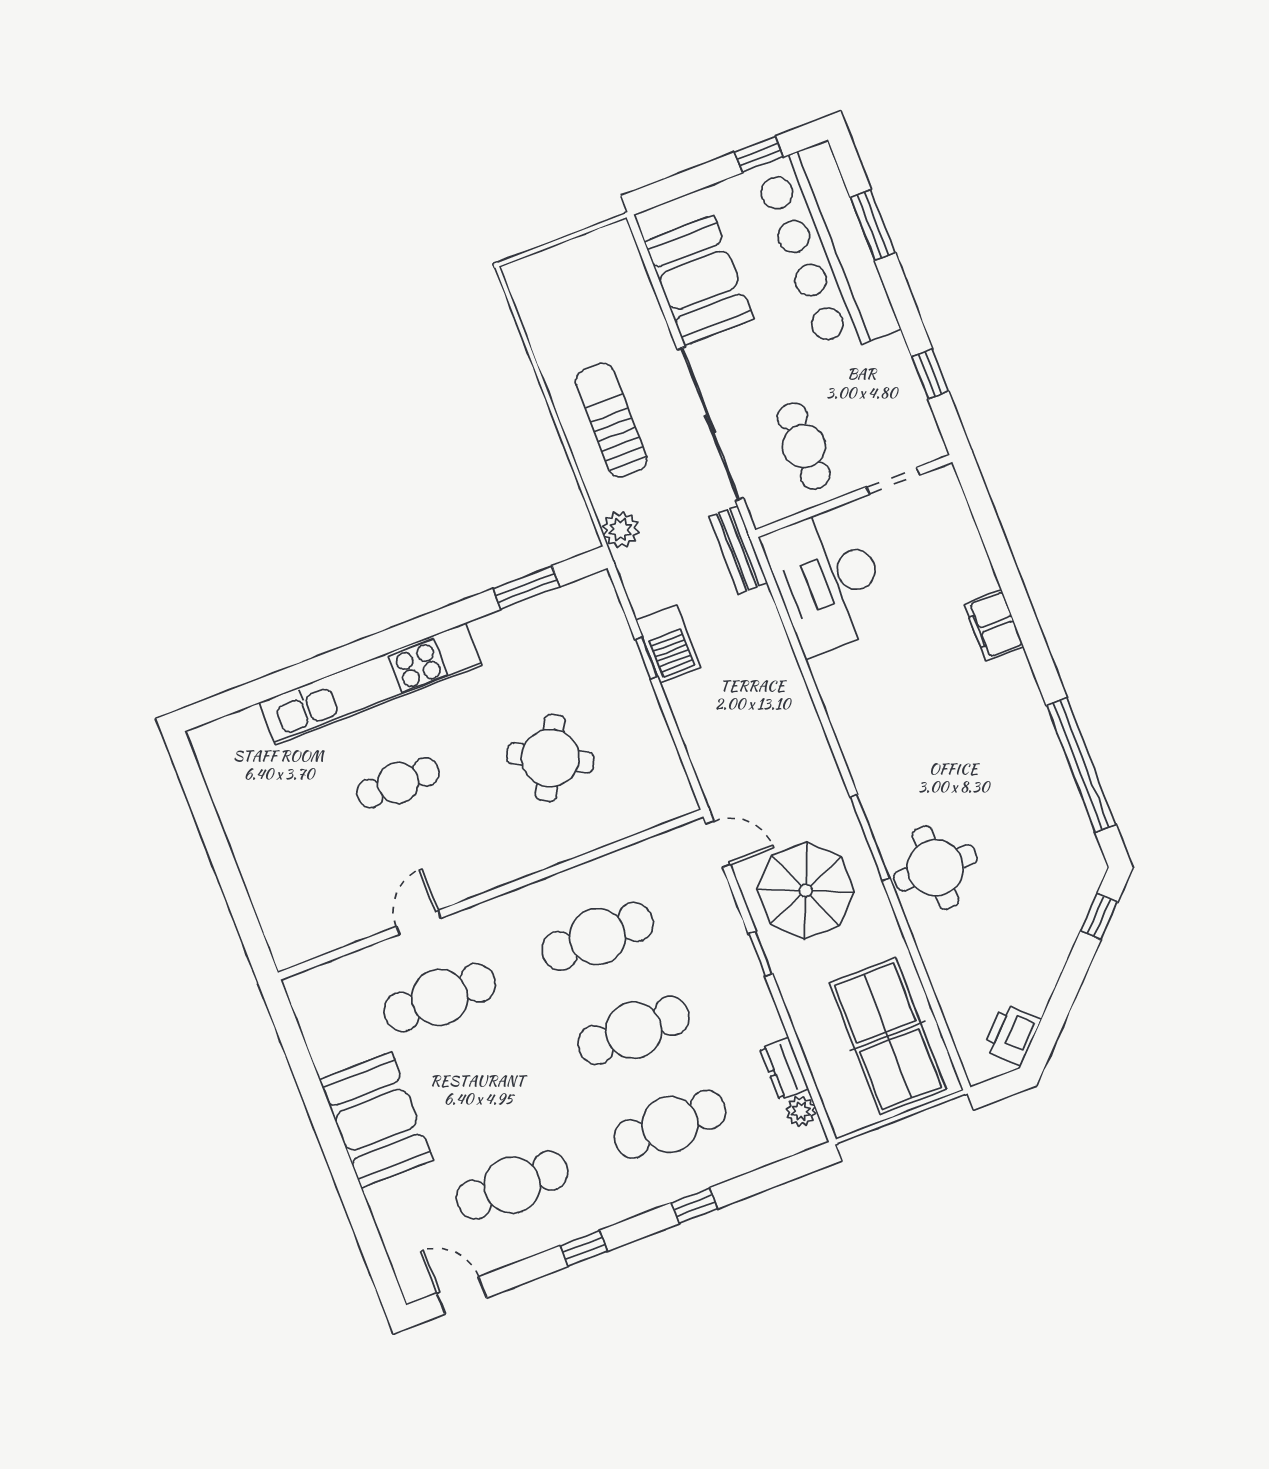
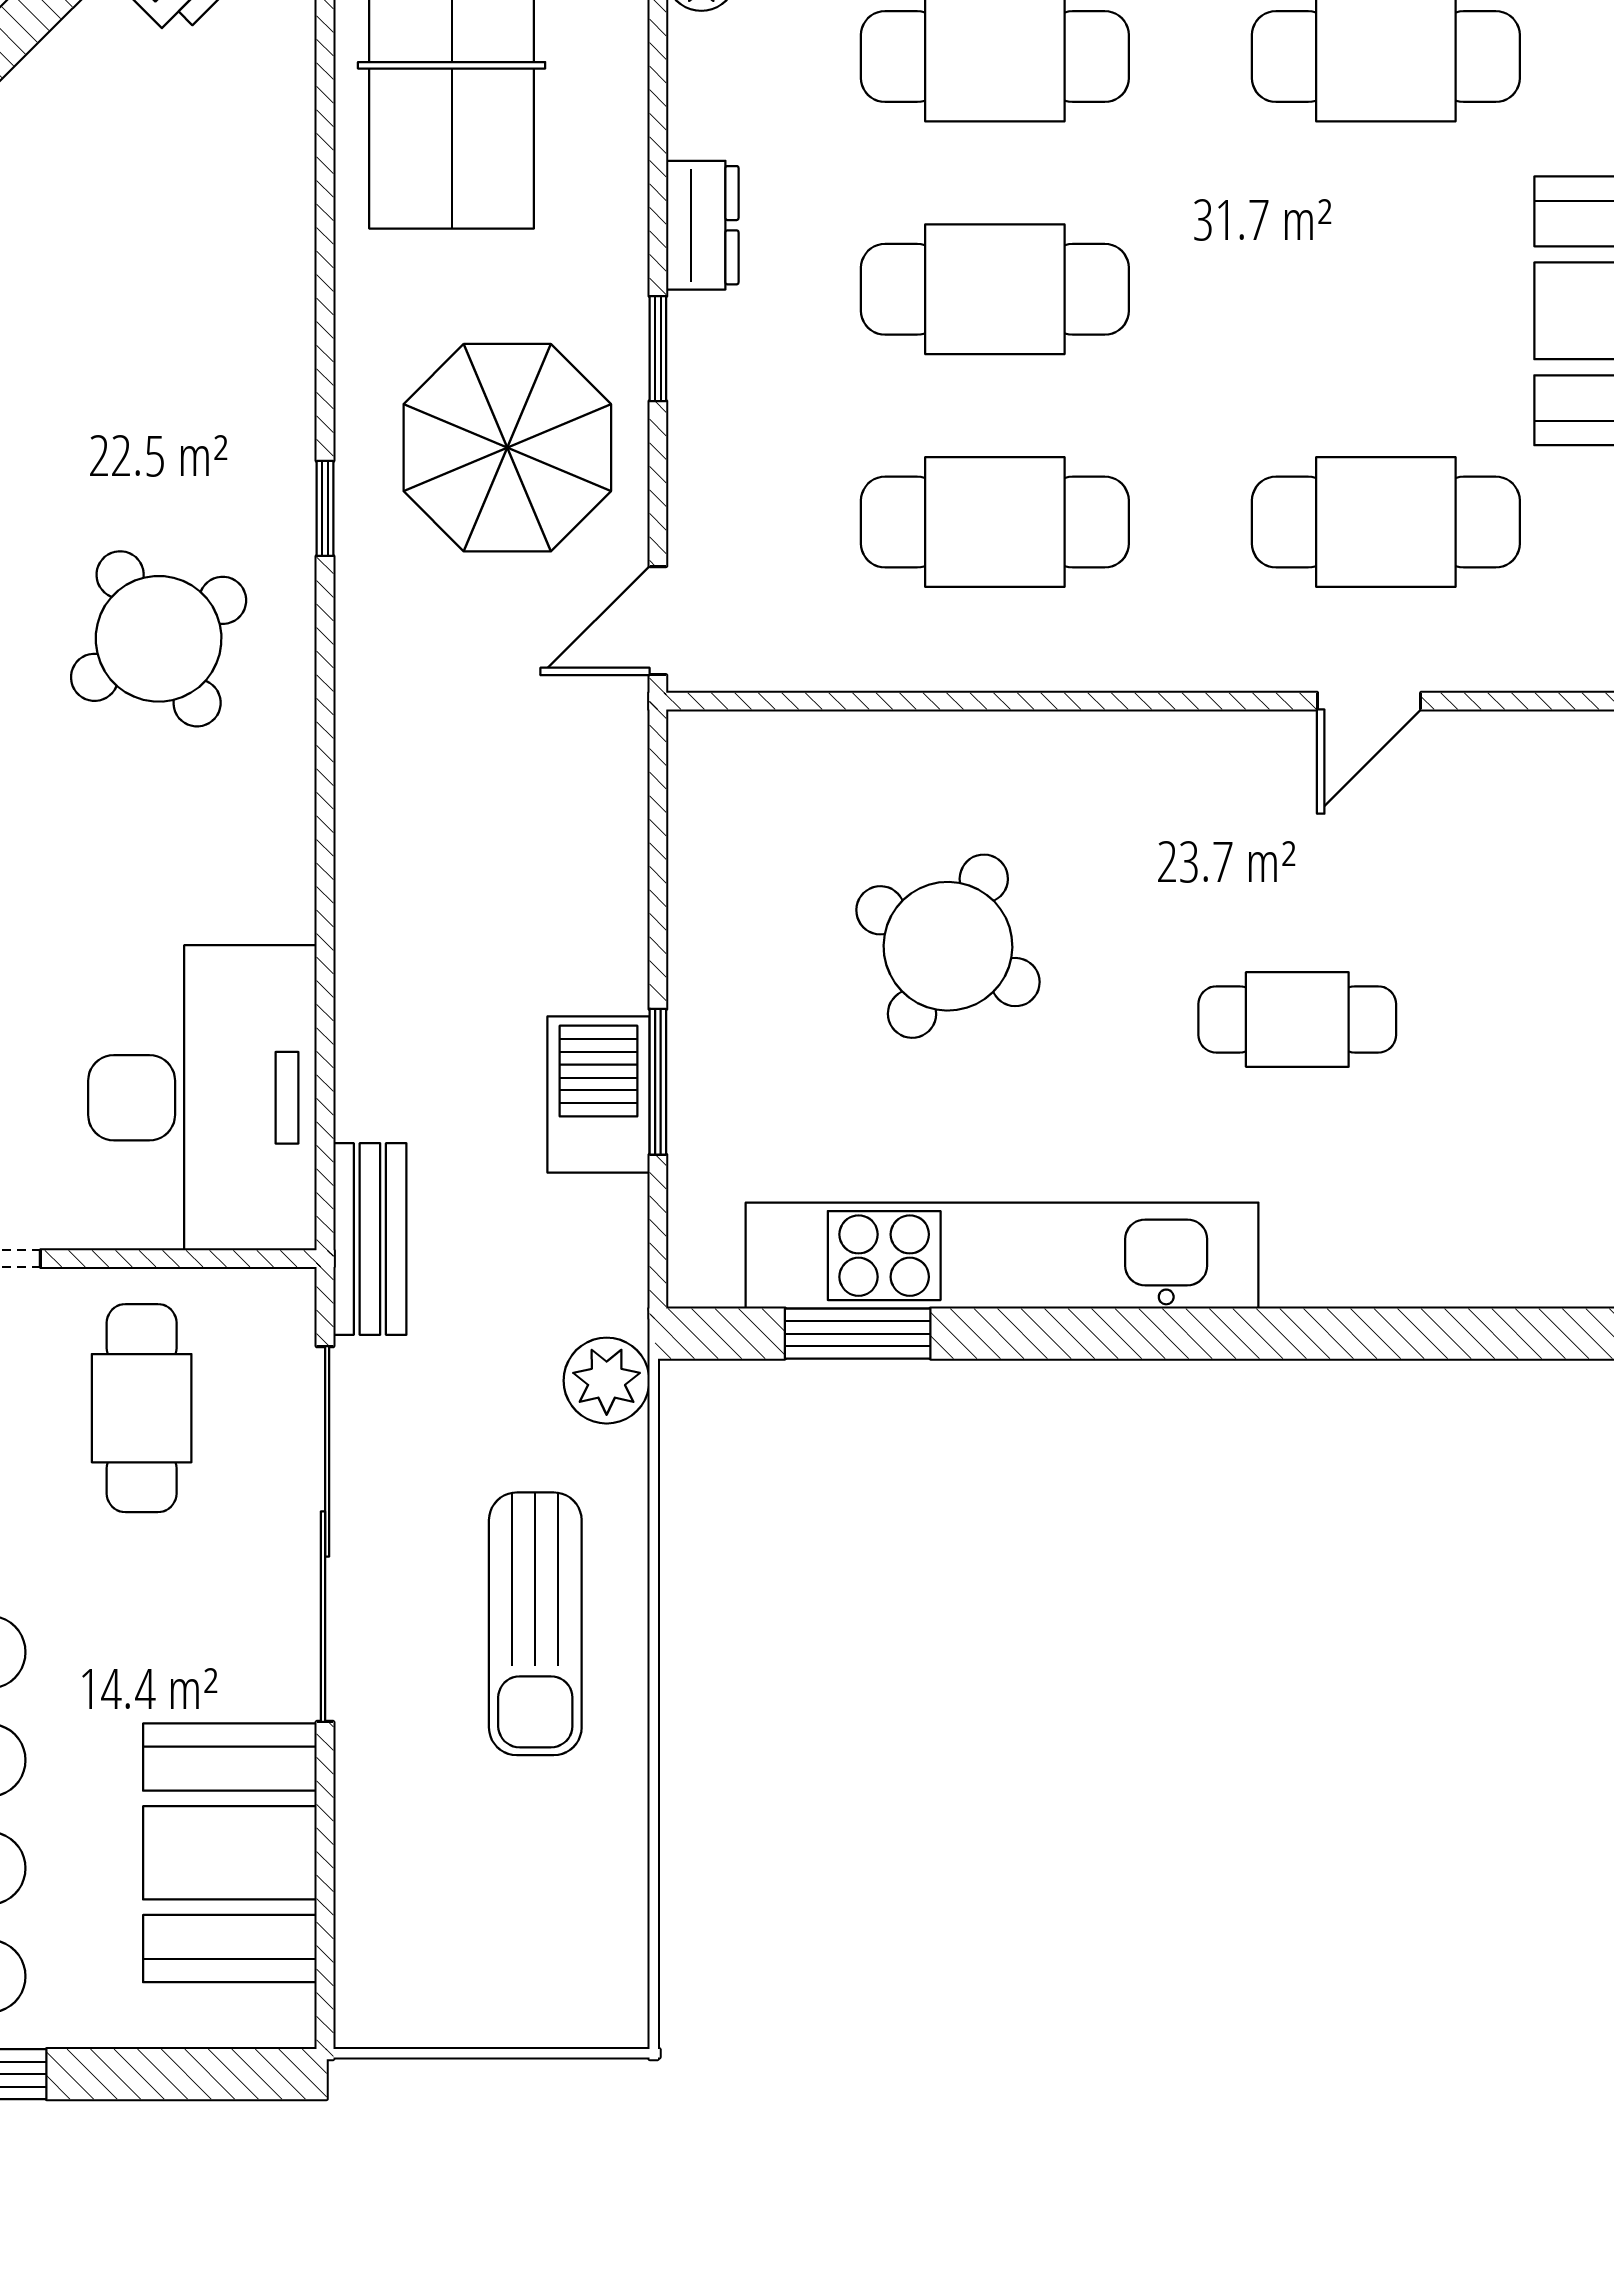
window: (646, 658) -> (658, 1082), width x1.50
kitchen unit: (370, 684) -> (1002, 1256), moved
window: (870, 838) -> (325, 508), width x0.46
door: (718, 844) -> (658, 621), hinge flipped
round table: (935, 868) -> (159, 639), moved, turned -31
dresser: (784, 1069) -> (702, 225), moved

